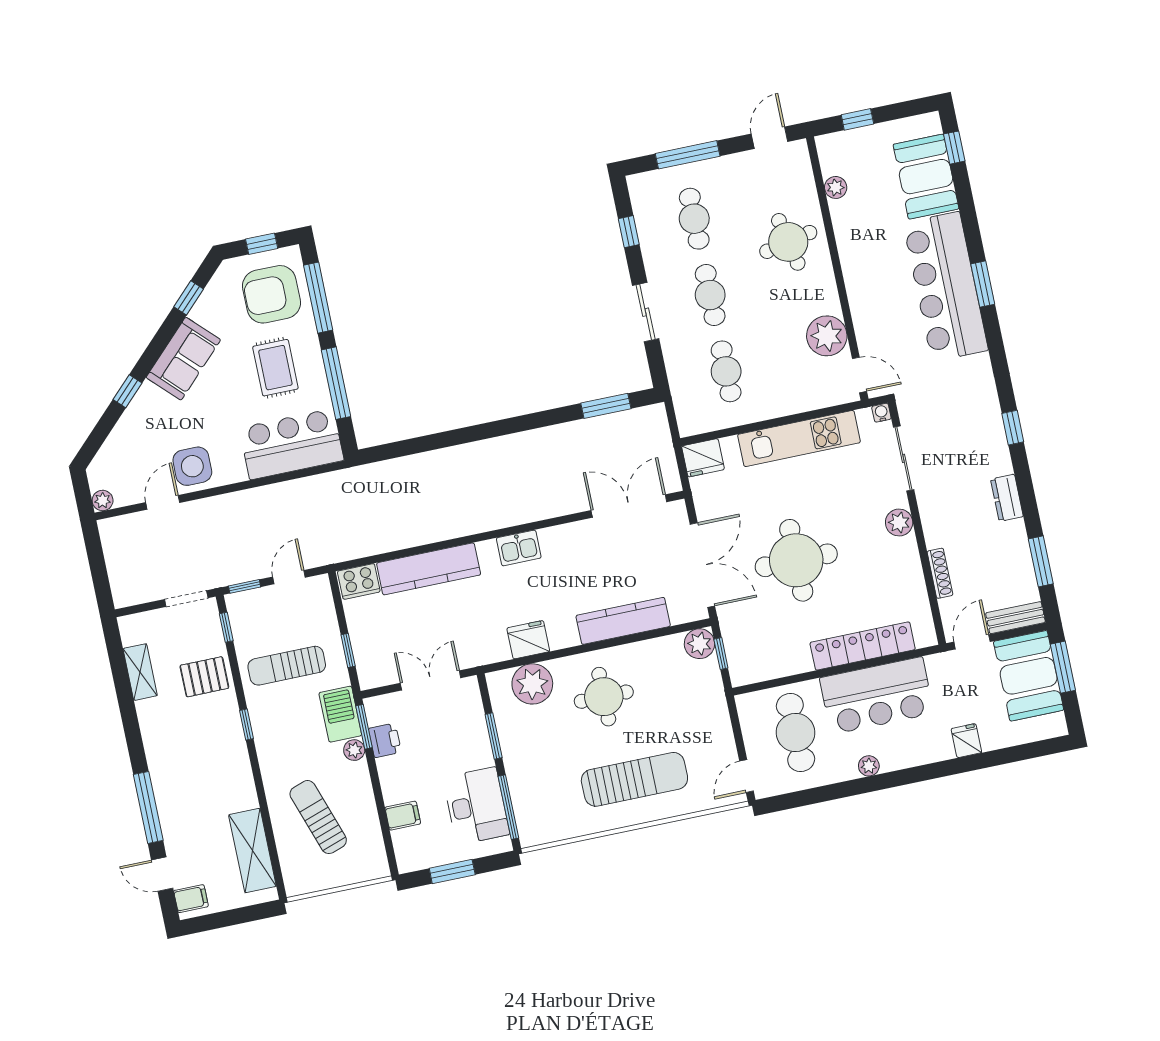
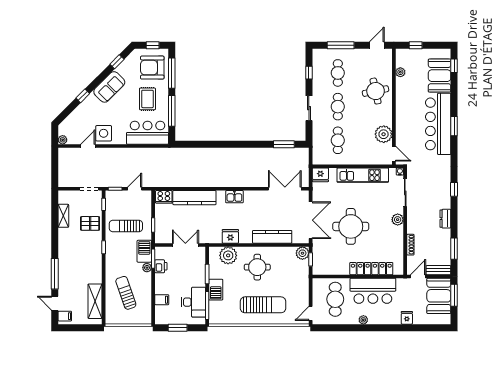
barbecue: (520, 767) -> (216, 290), added

